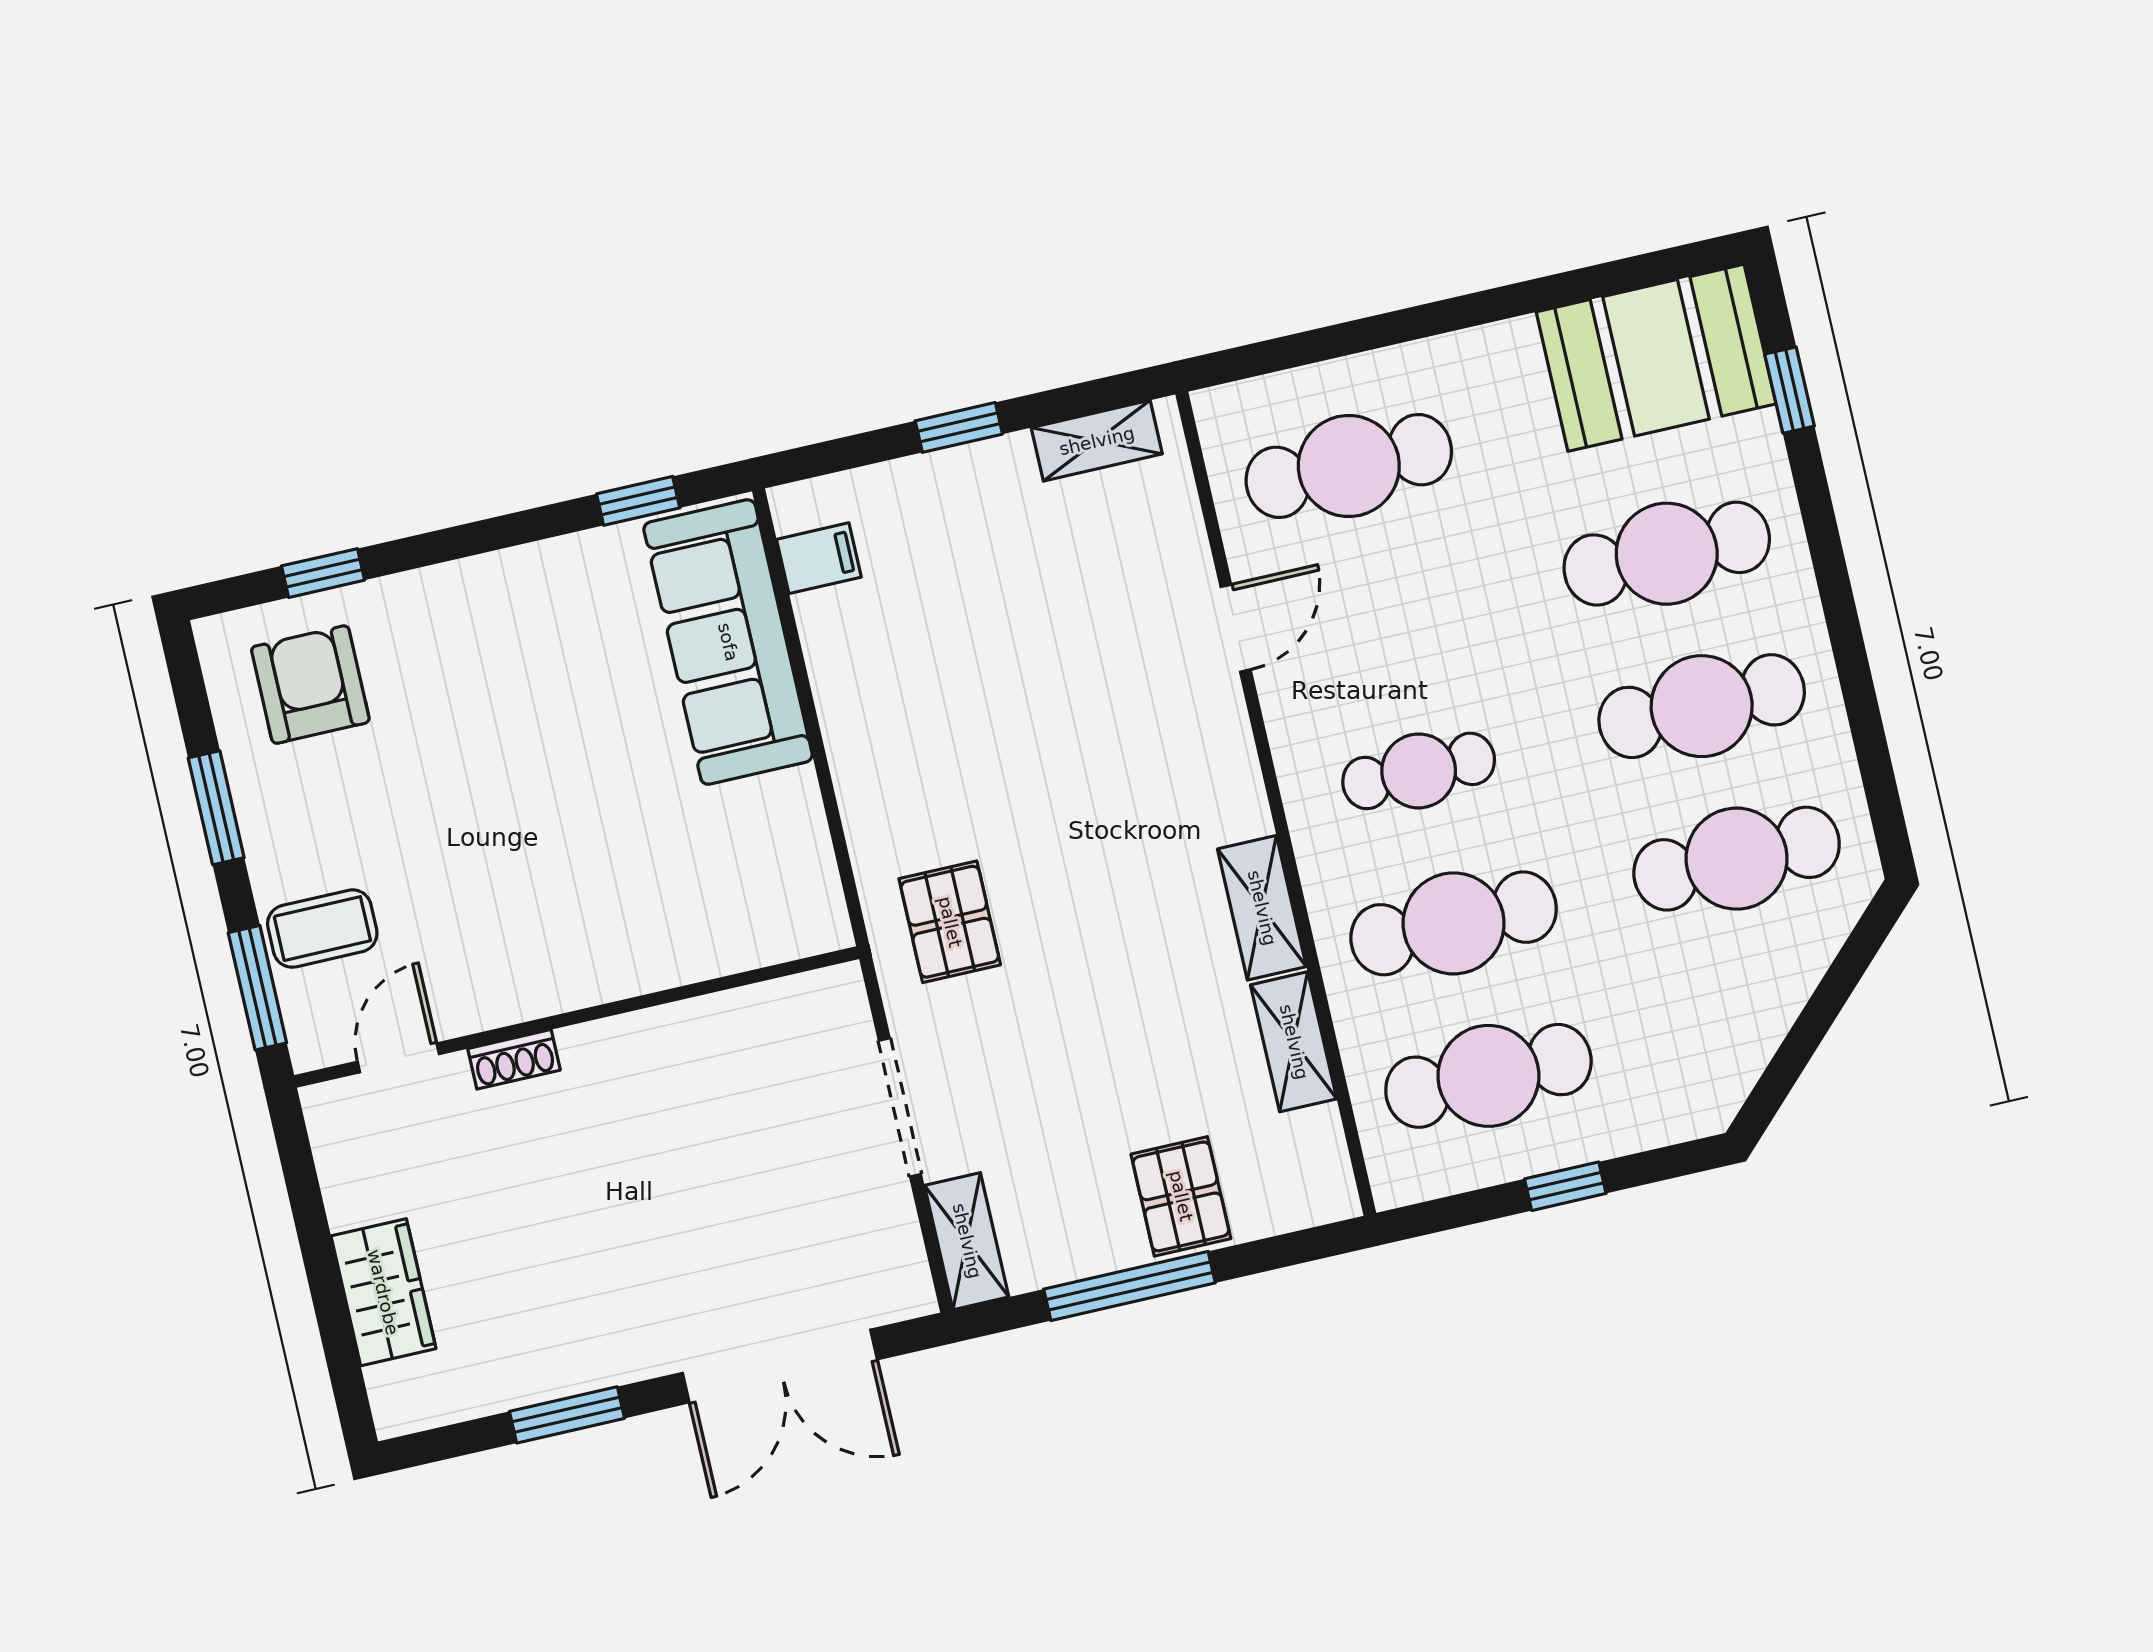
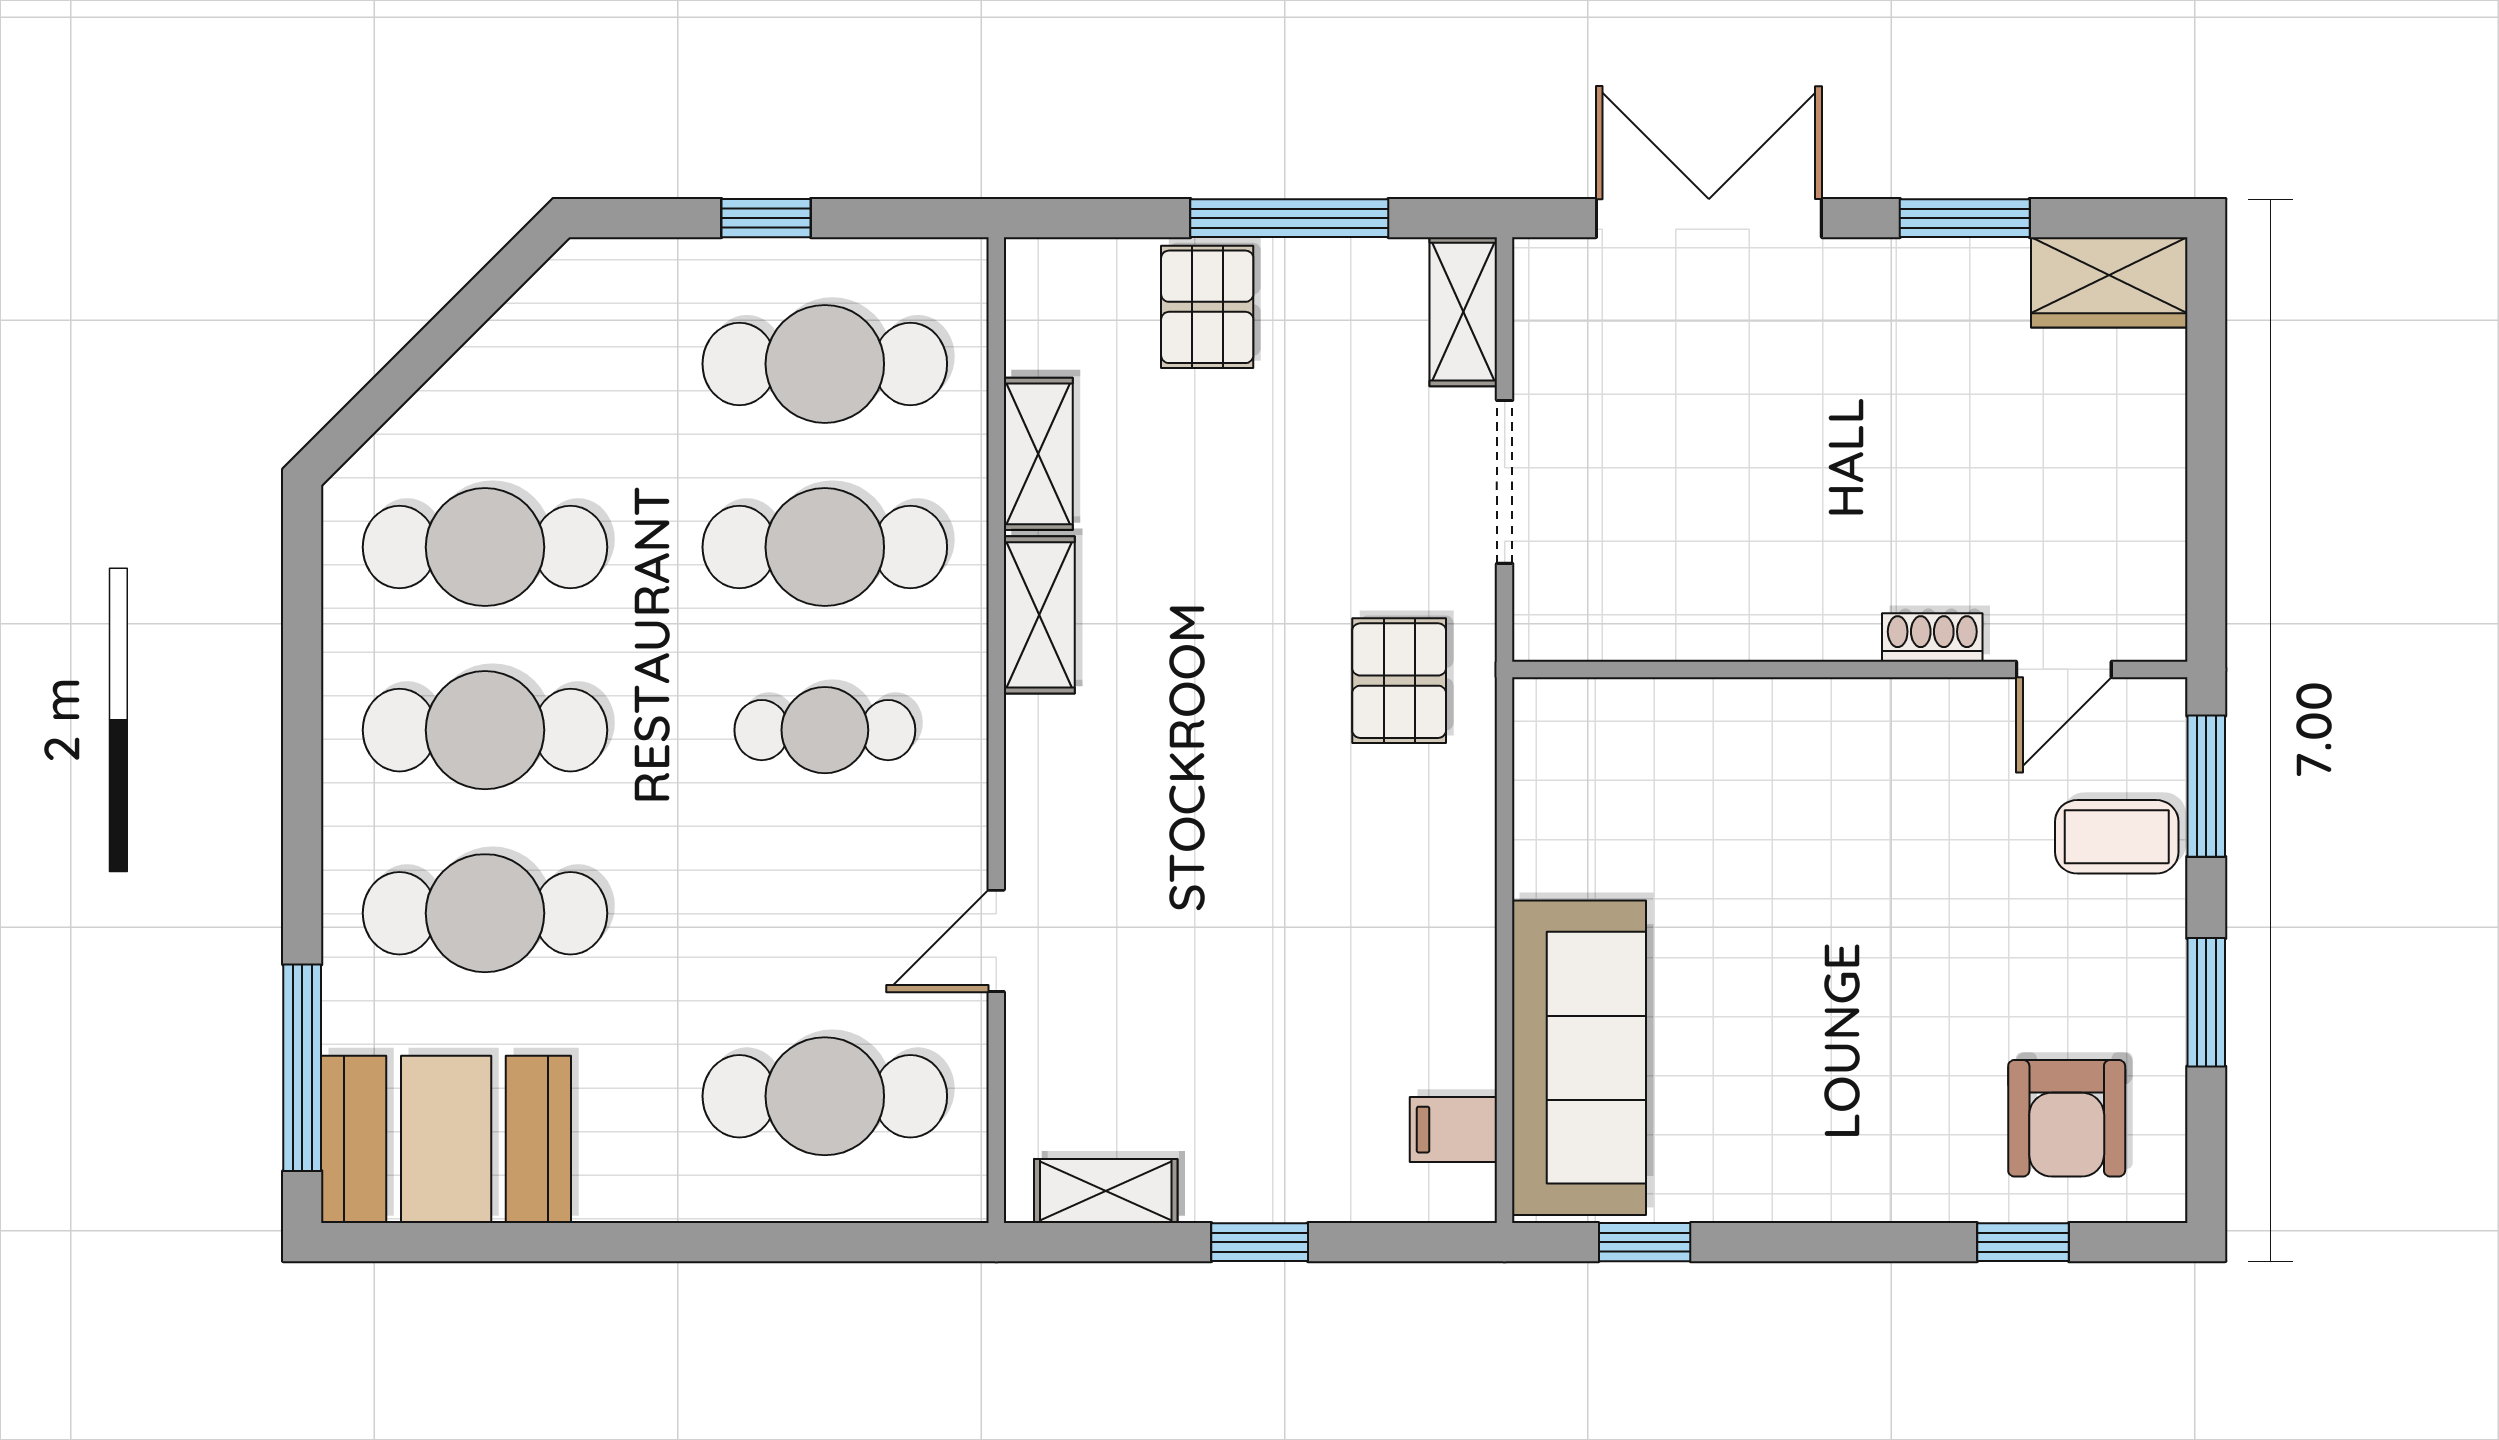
window: (1790, 390) -> (302, 1068), width x2.17
wardrobe: (383, 1292) -> (2109, 282), moved, turned -90

